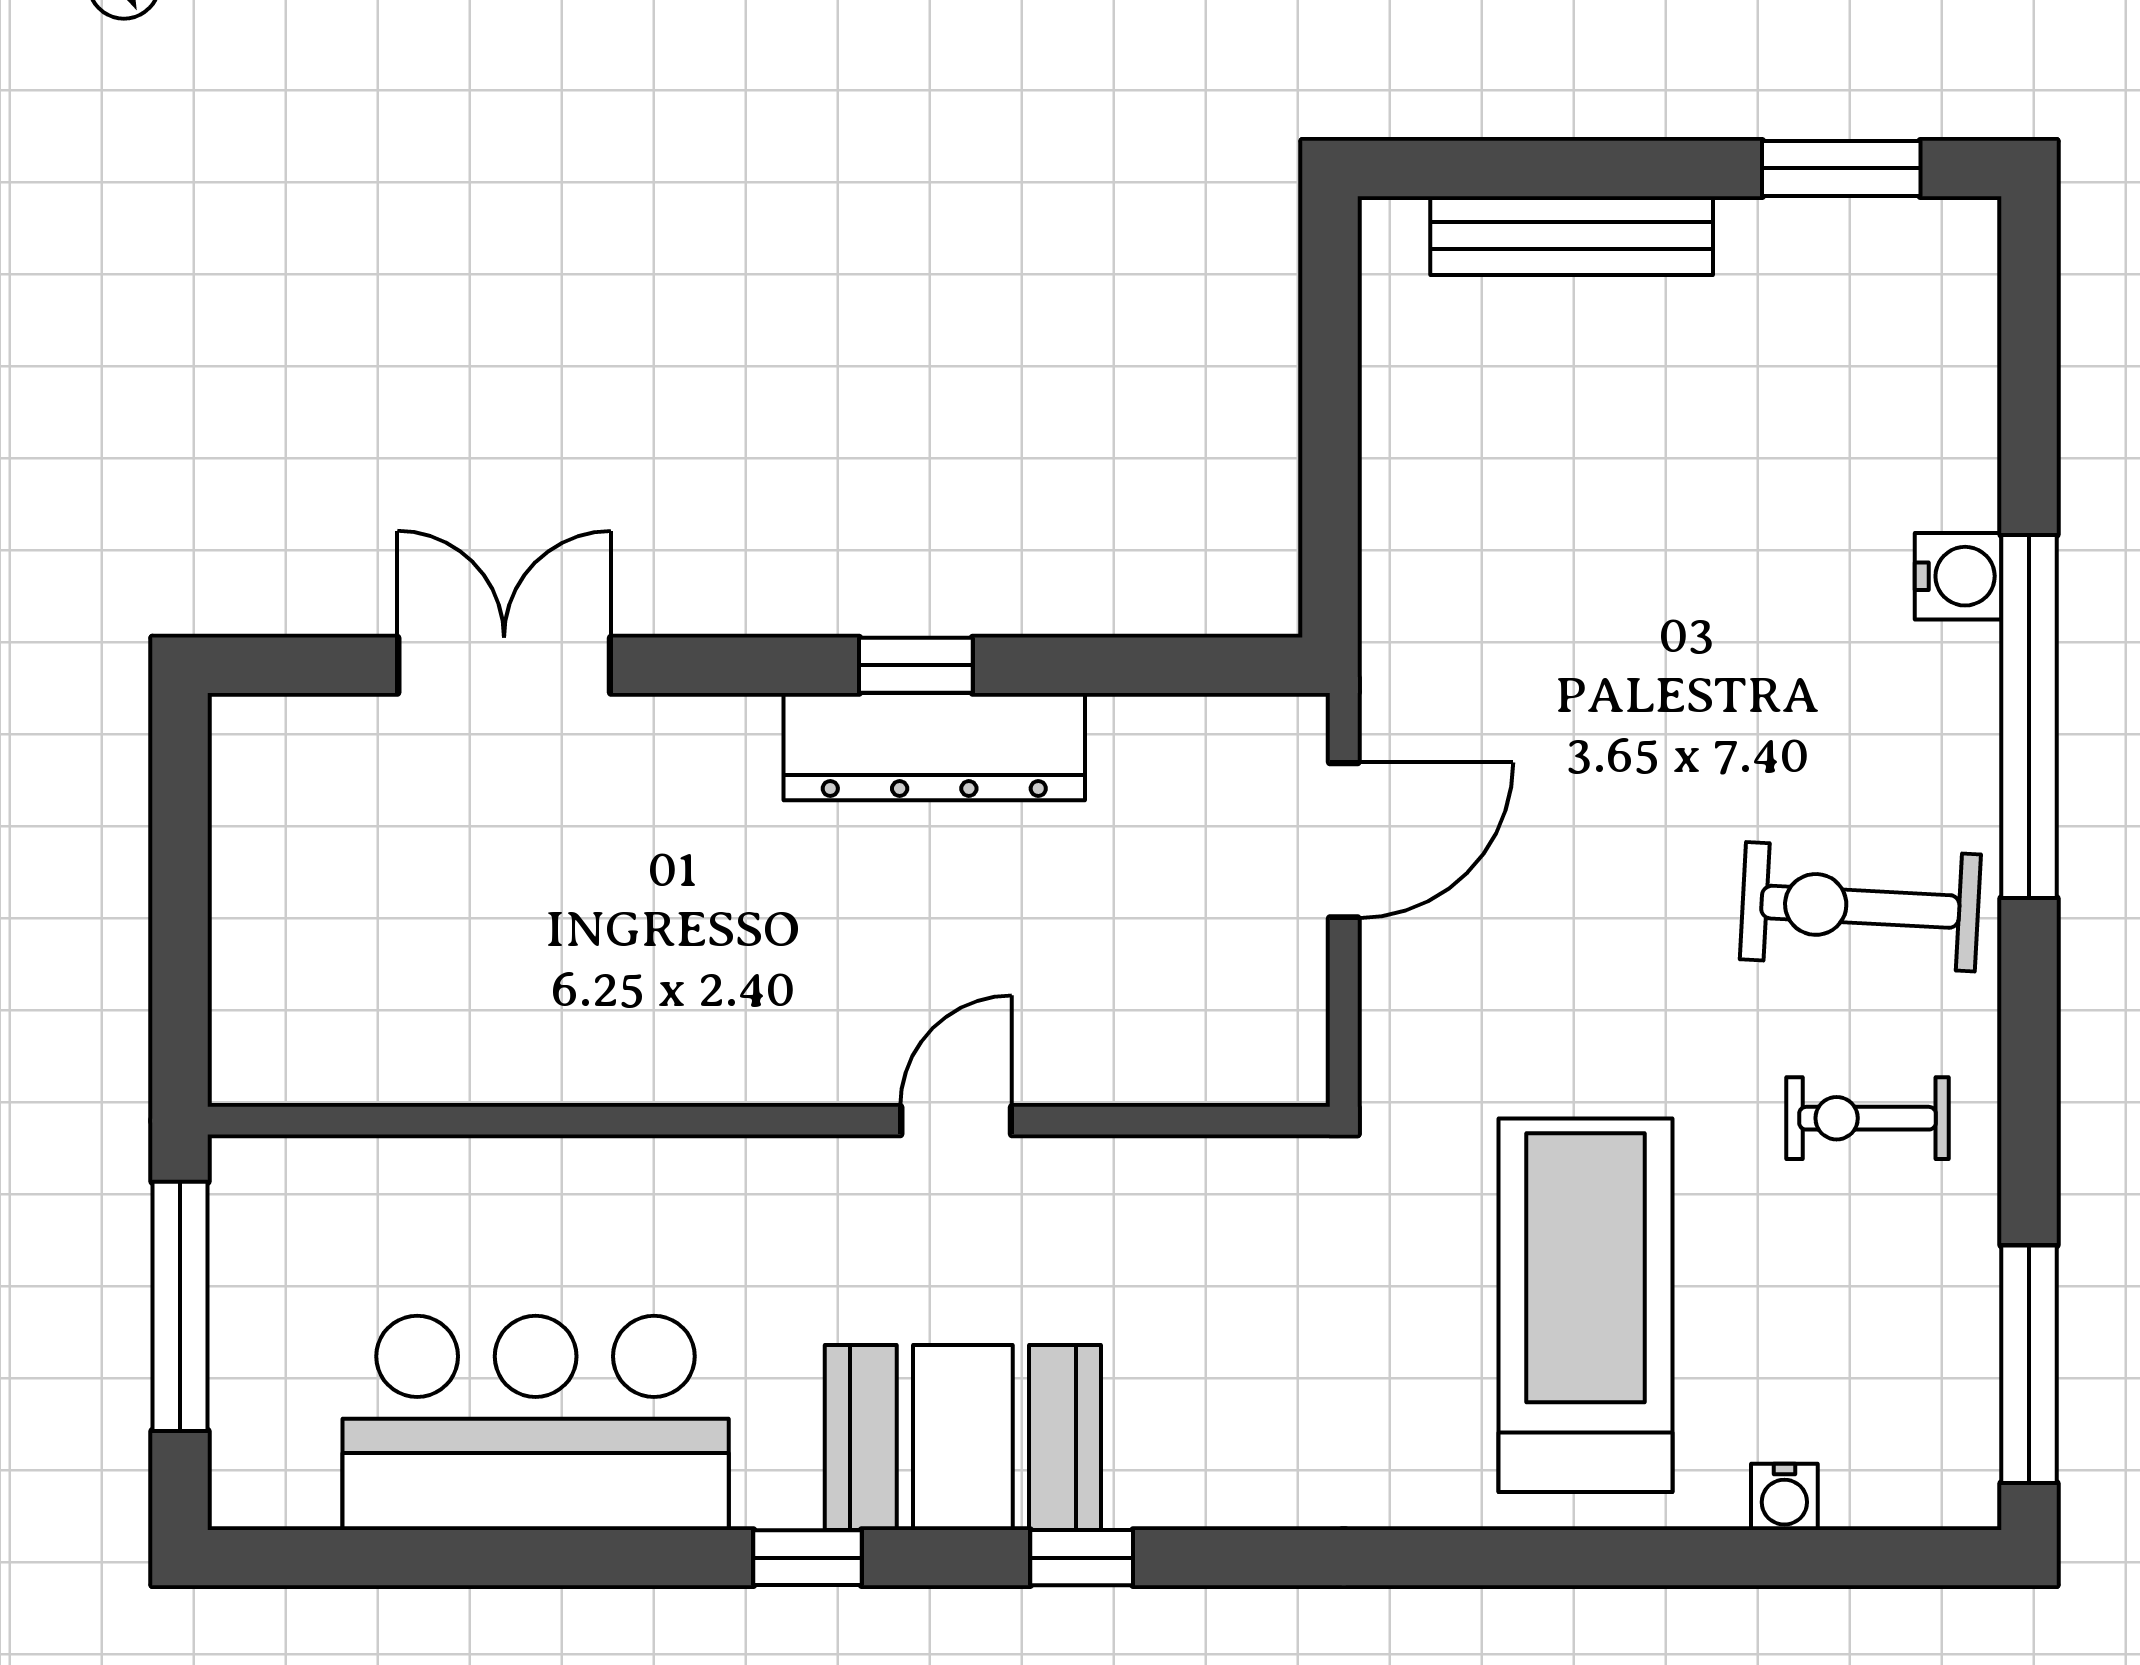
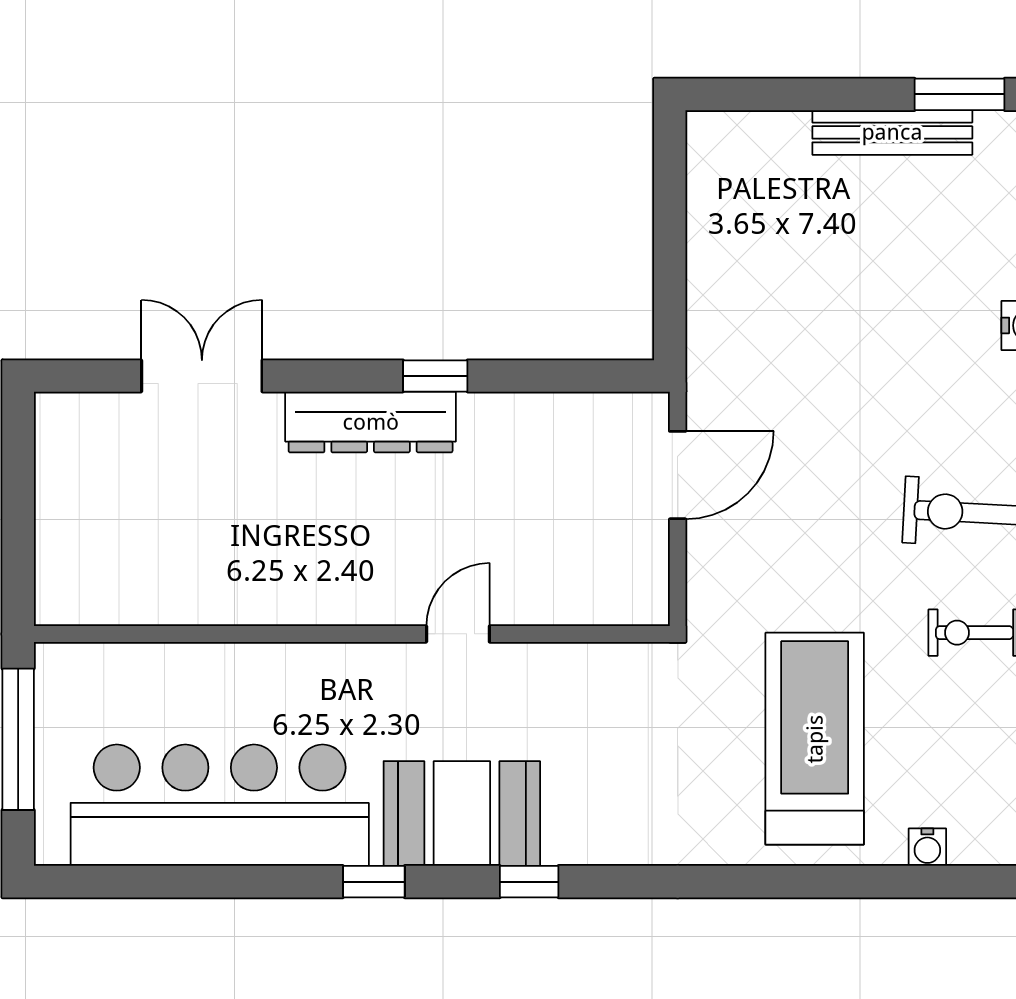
bench: (1572, 236) -> (892, 132), moved
dresser: (934, 747) -> (371, 422), moved
bar counter: (536, 1423) -> (220, 805), width x1.36

